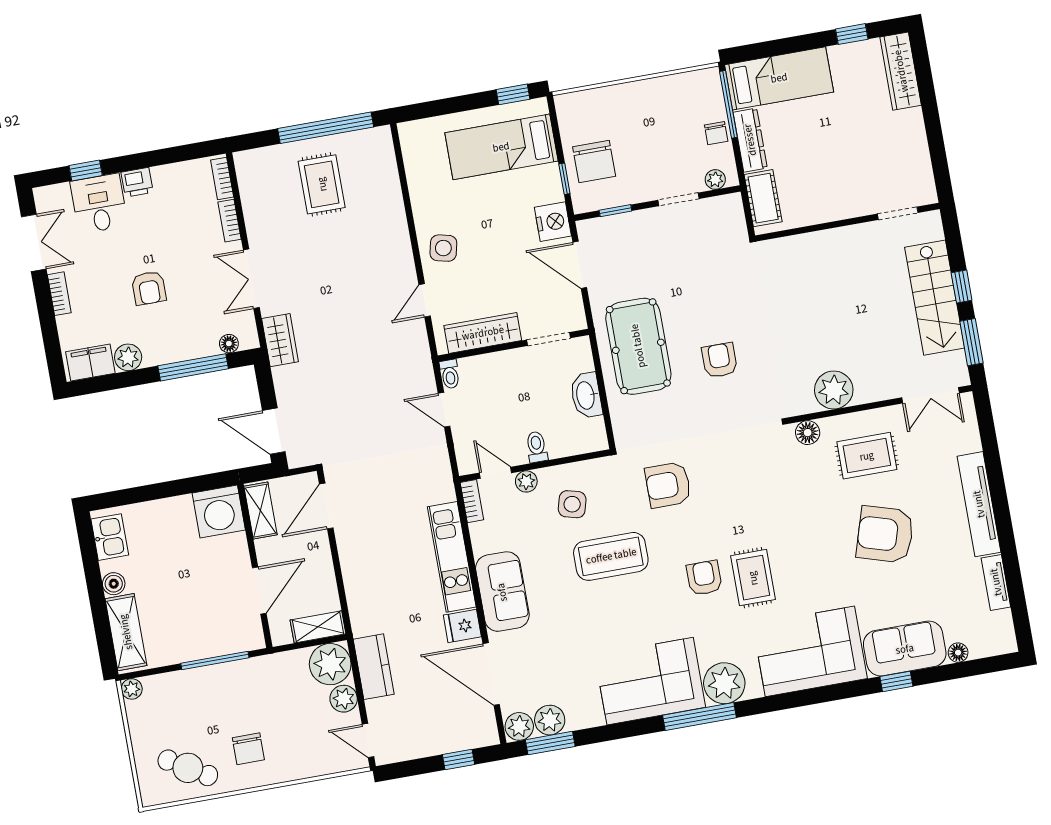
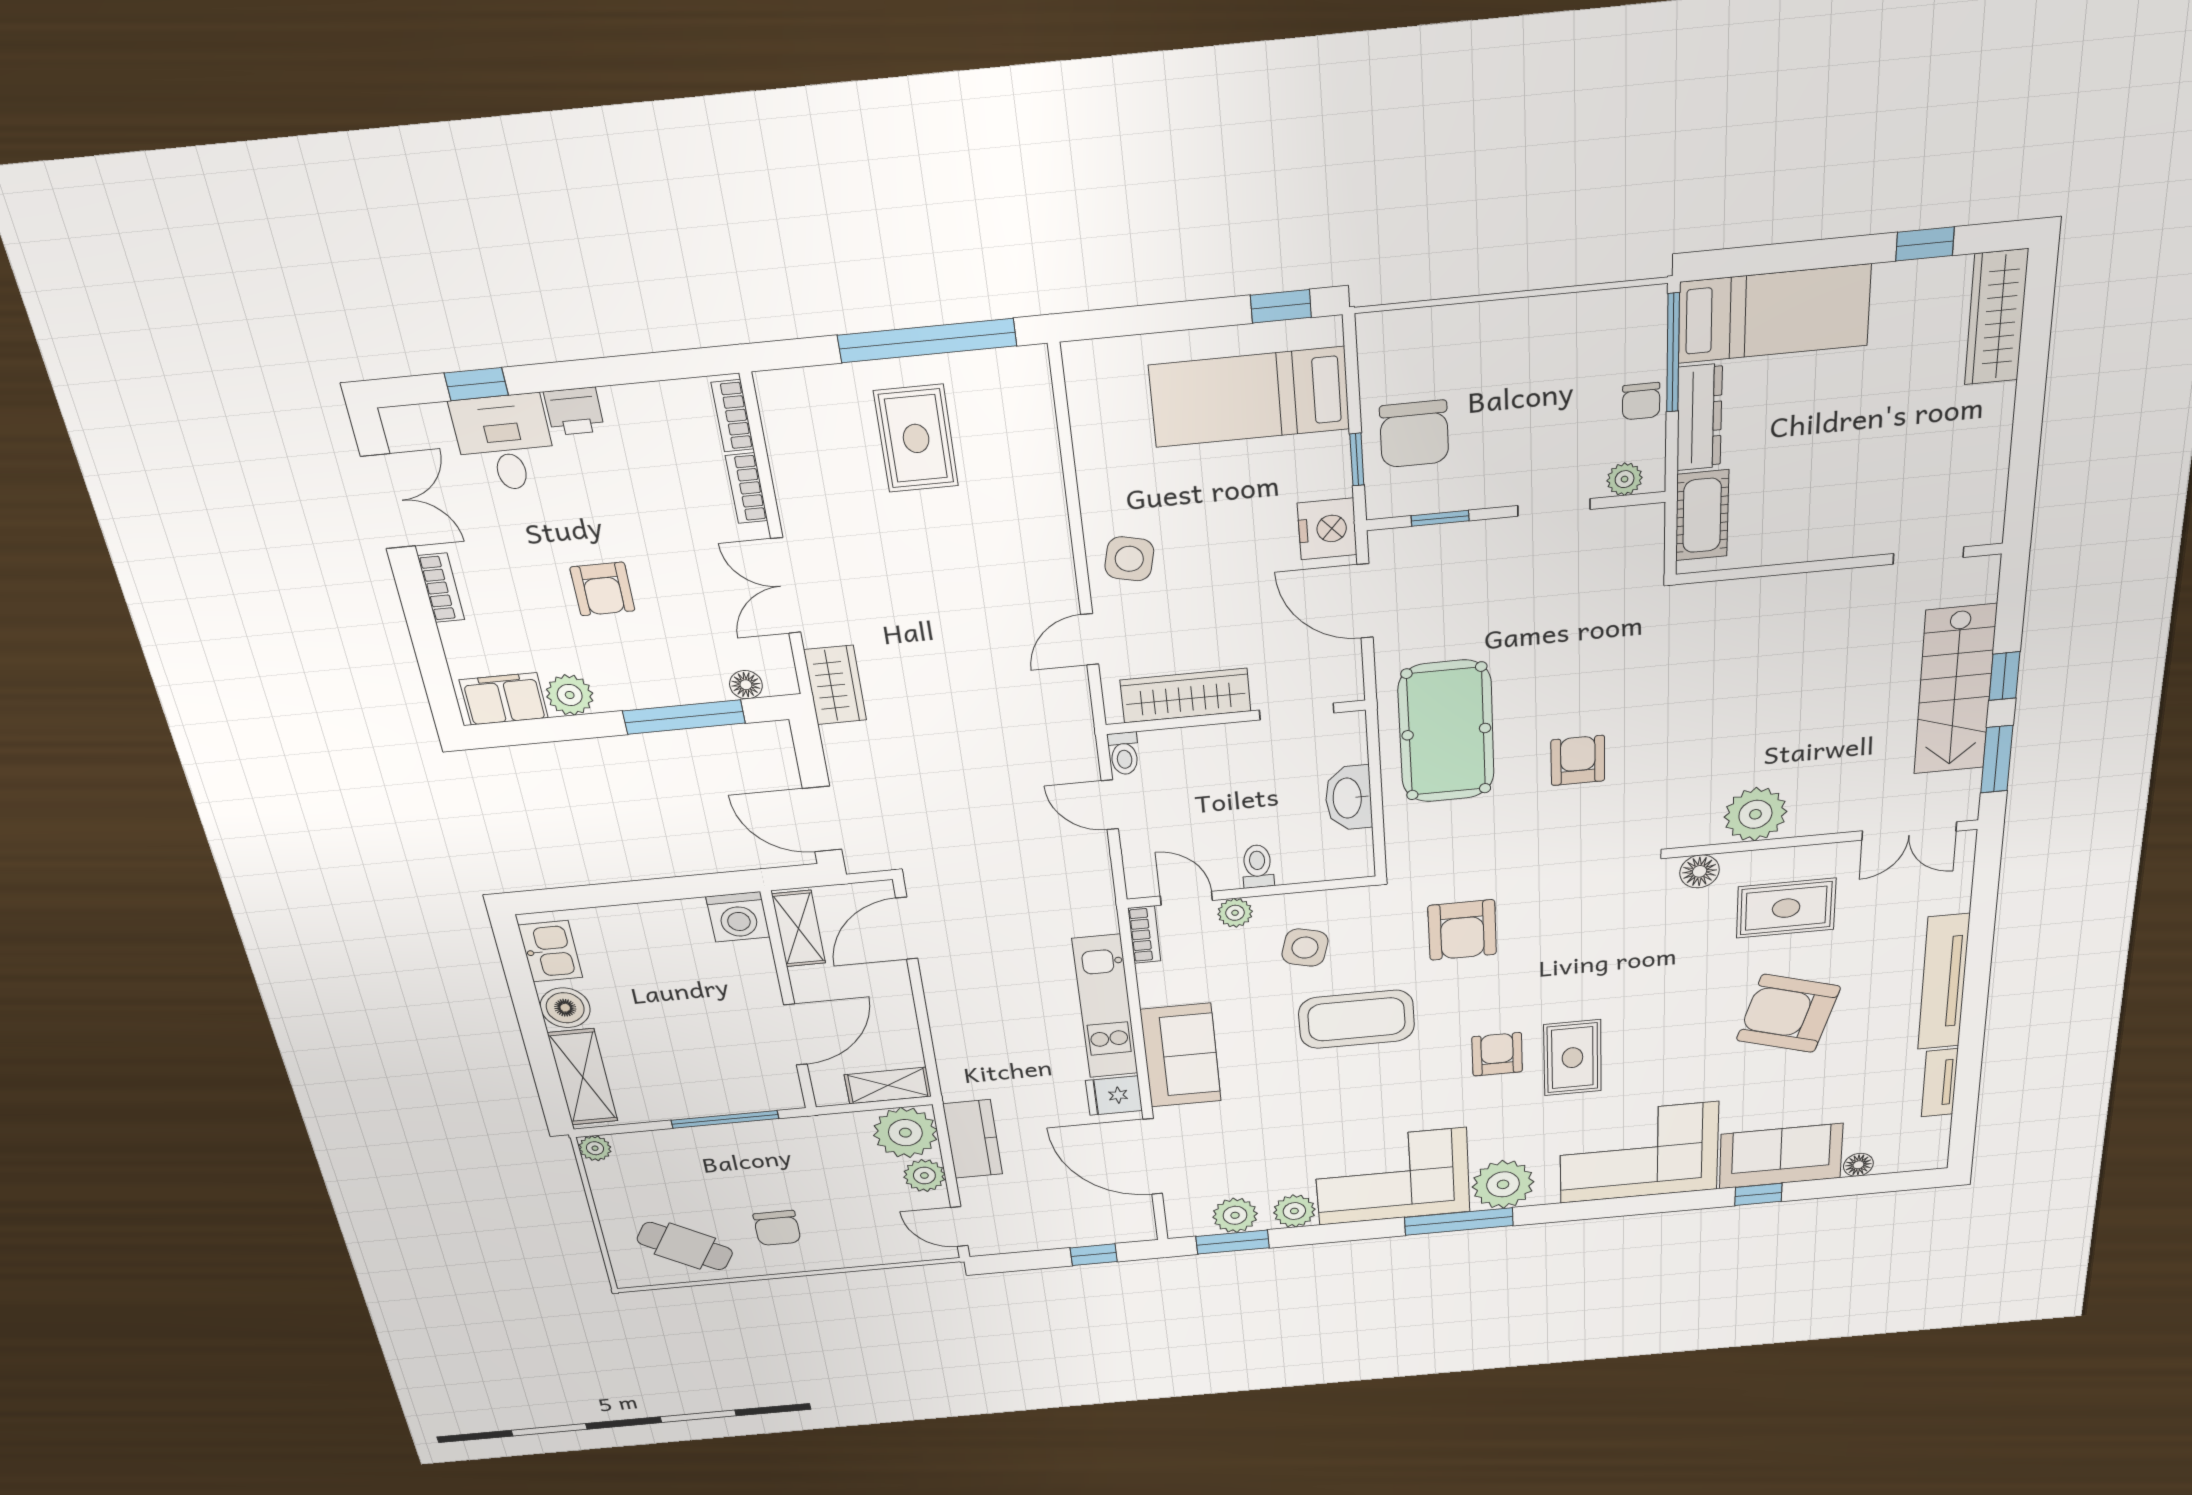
armchair: (668, 485) -> (1462, 930), turned -90
washing machine: (219, 512) -> (738, 917), width x0.73, depth x0.73
boiler: (114, 584) -> (565, 1008), width x1.36, depth x1.36
plant: (519, 726) -> (1294, 1211), moved

